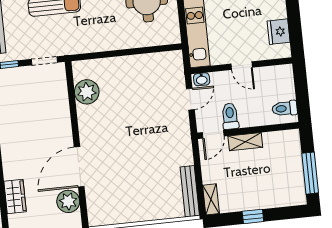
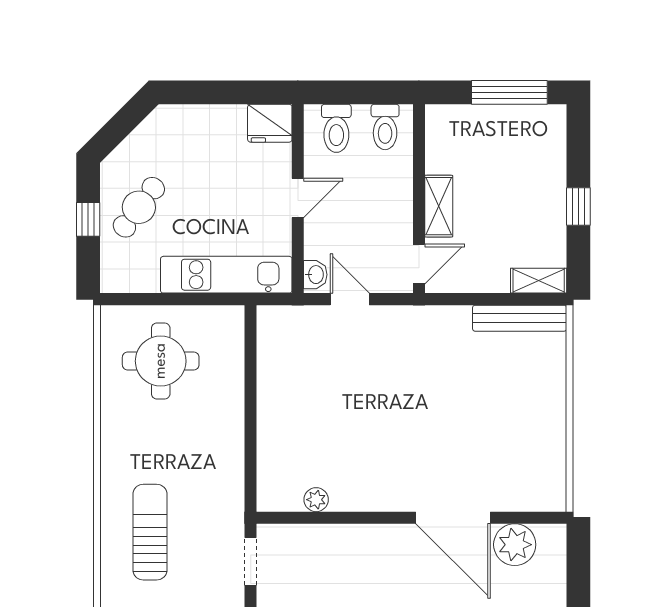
fridge: (279, 32) -> (270, 123), moved
plant: (87, 92) -> (316, 500), width x0.53, depth x0.53
toilet: (230, 116) -> (336, 128), moved, turned -90
door: (213, 134) -> (419, 264), hinge flipped

